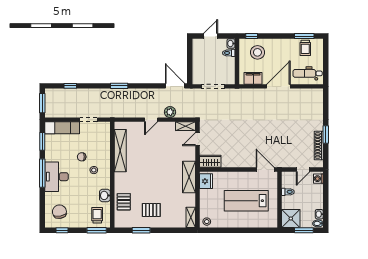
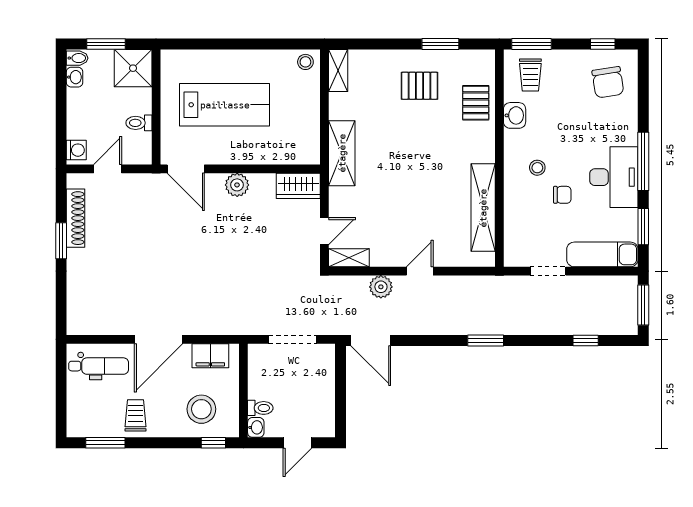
trolley: (305, 48) -> (135, 415), moved
plant: (240, 162) -> (237, 185), added
desk: (56, 177) -> (614, 177), moved
fridge: (206, 181) -> (307, 145), removed

